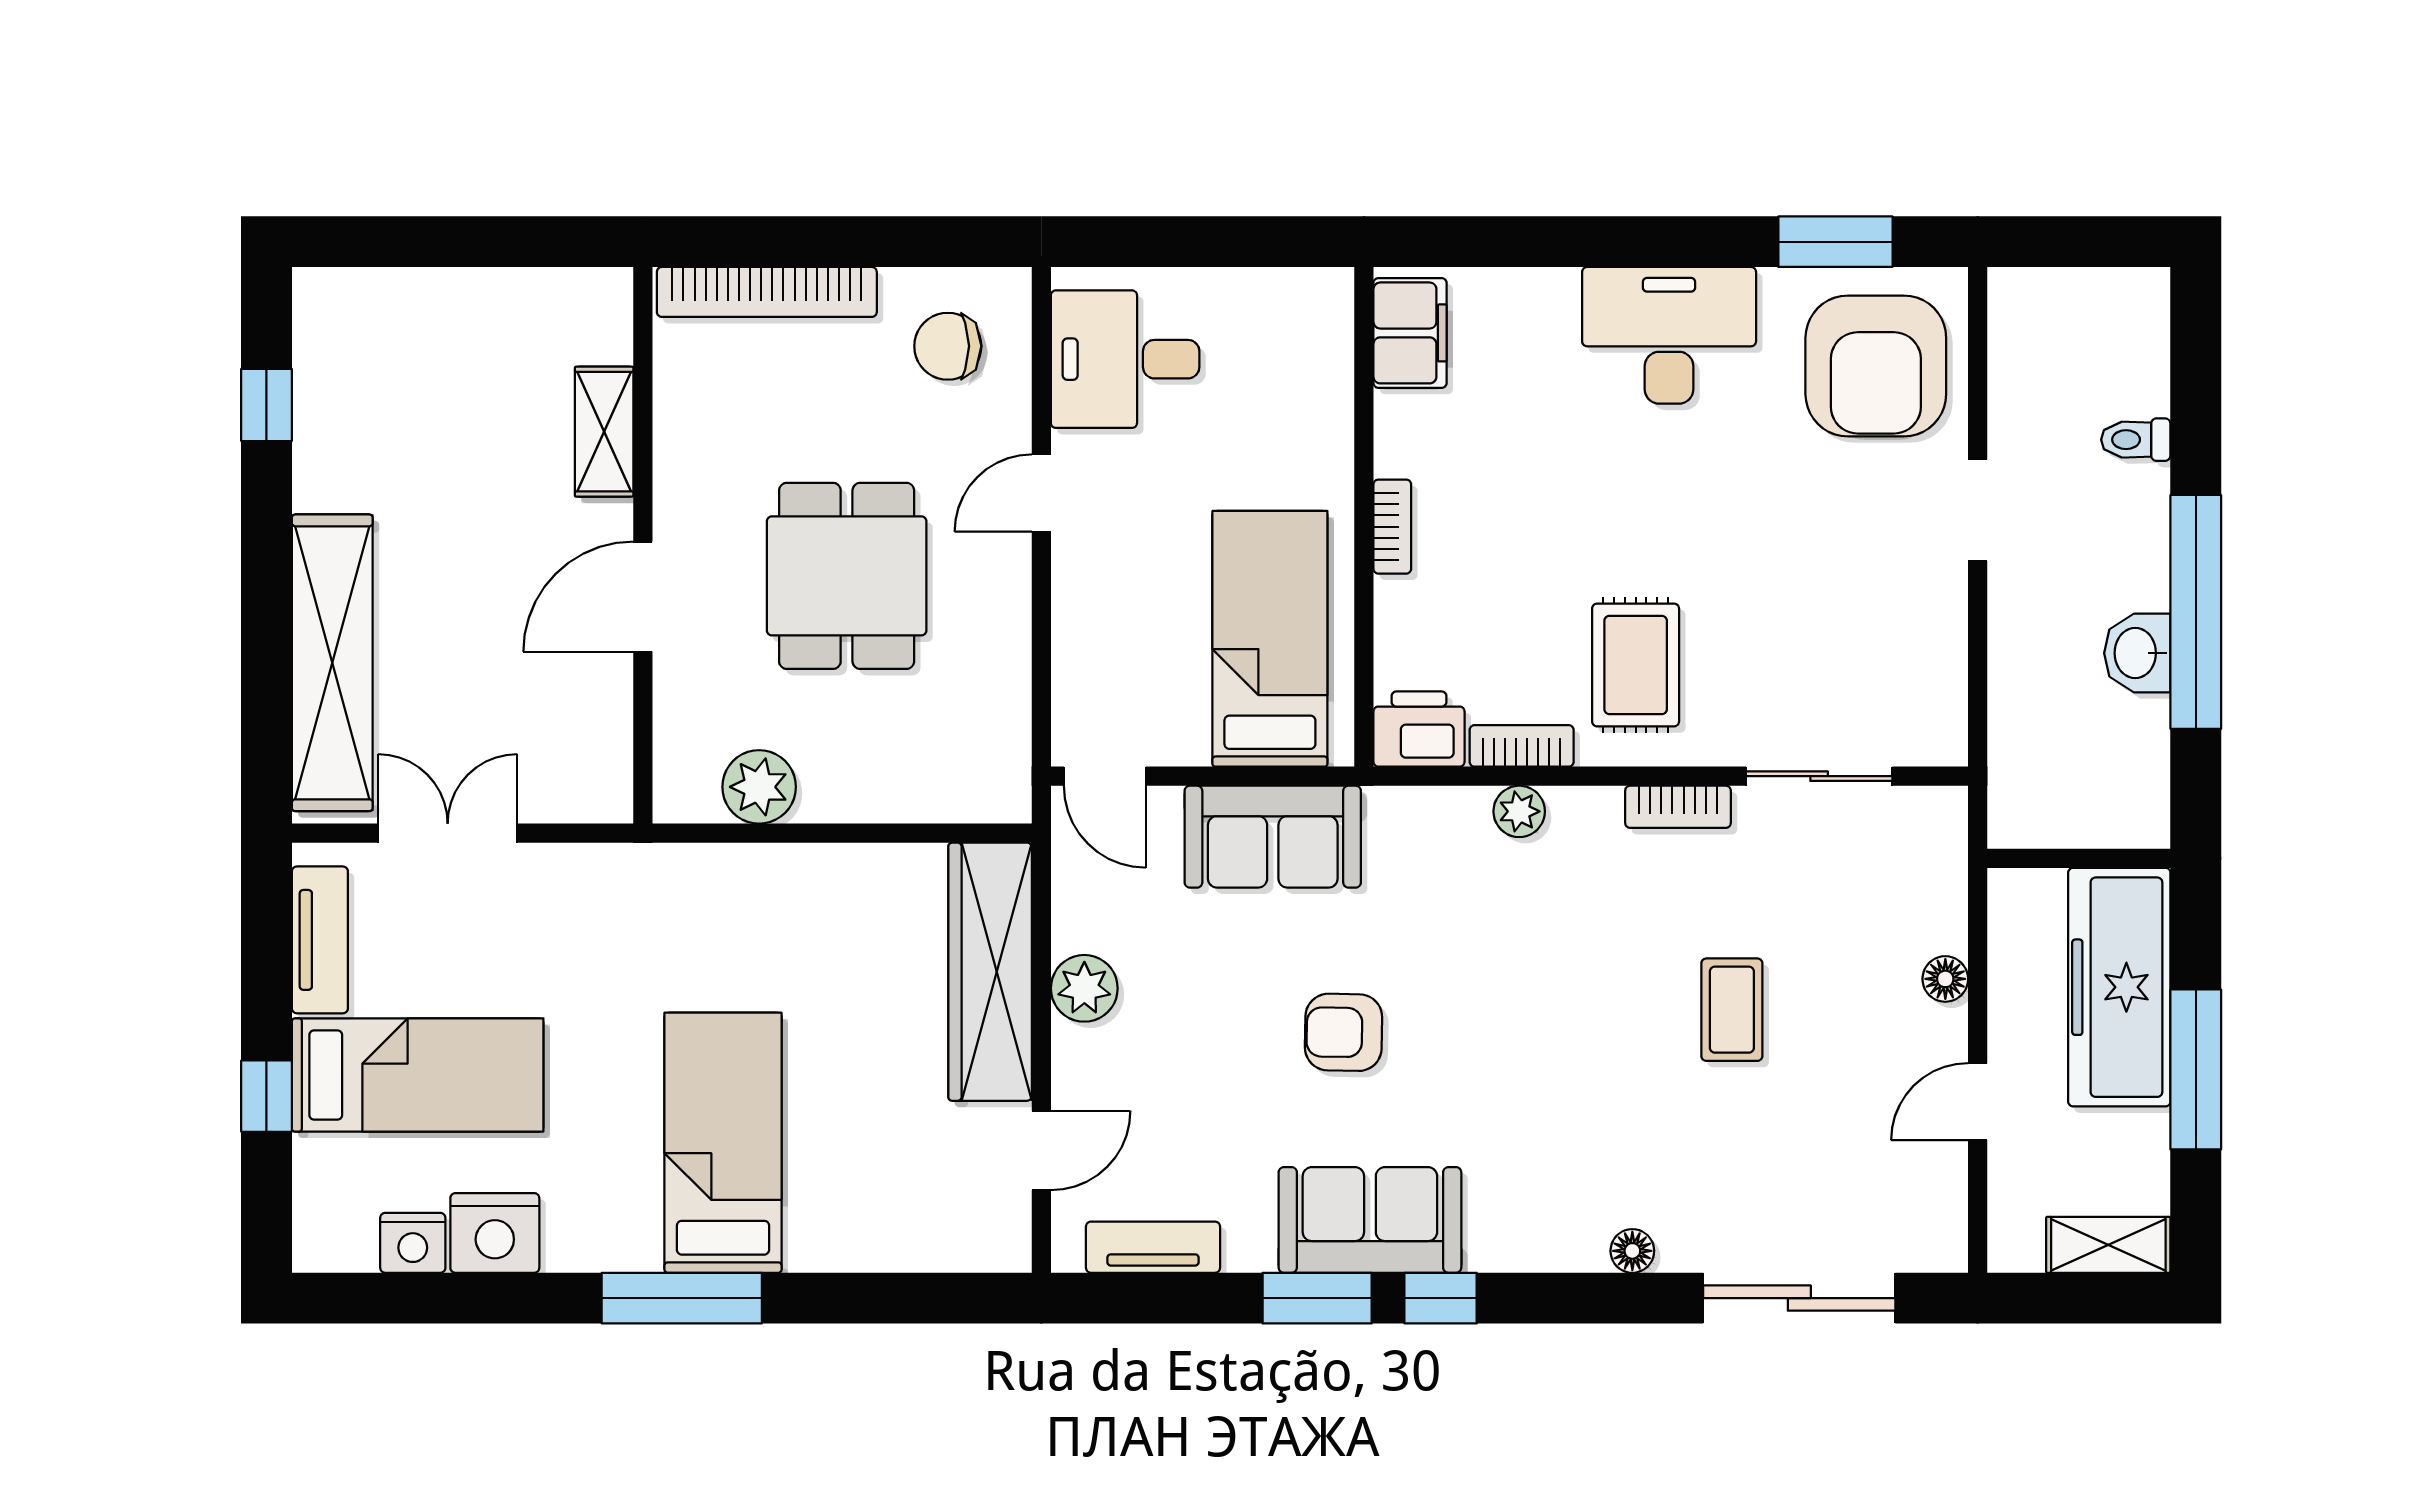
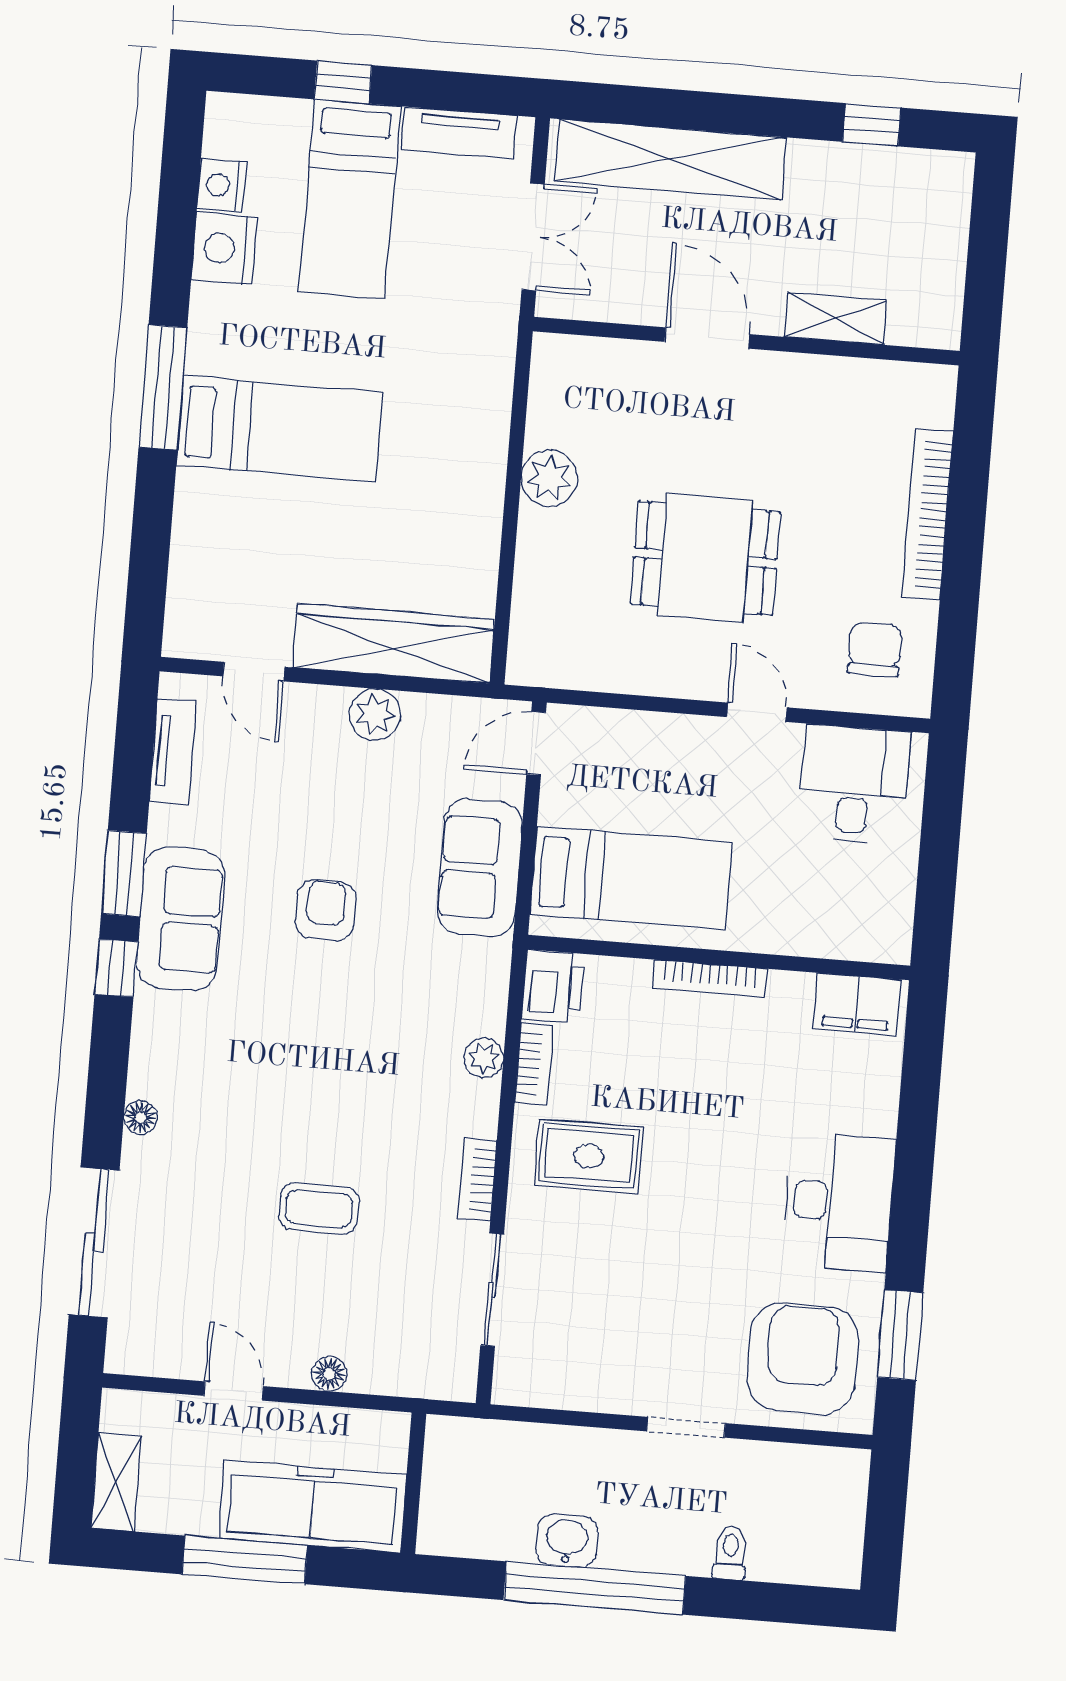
armchair: (1876, 366) -> (803, 1358), turned 90
shelving: (604, 432) -> (836, 318), moved
bookcase: (1392, 527) -> (709, 979), width x1.56
wall: (643, 545) -> (746, 341), moved
door: (643, 597) -> (707, 338), moved

